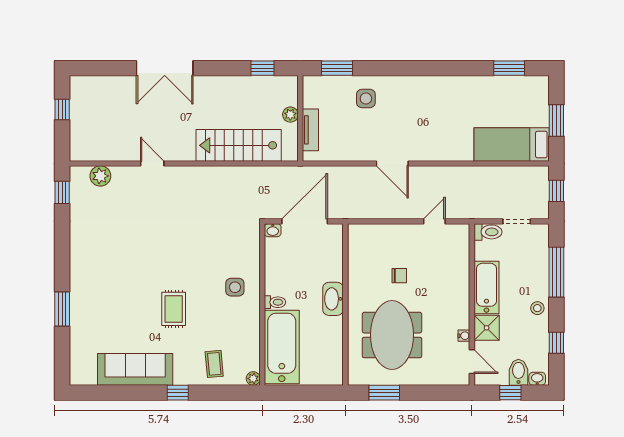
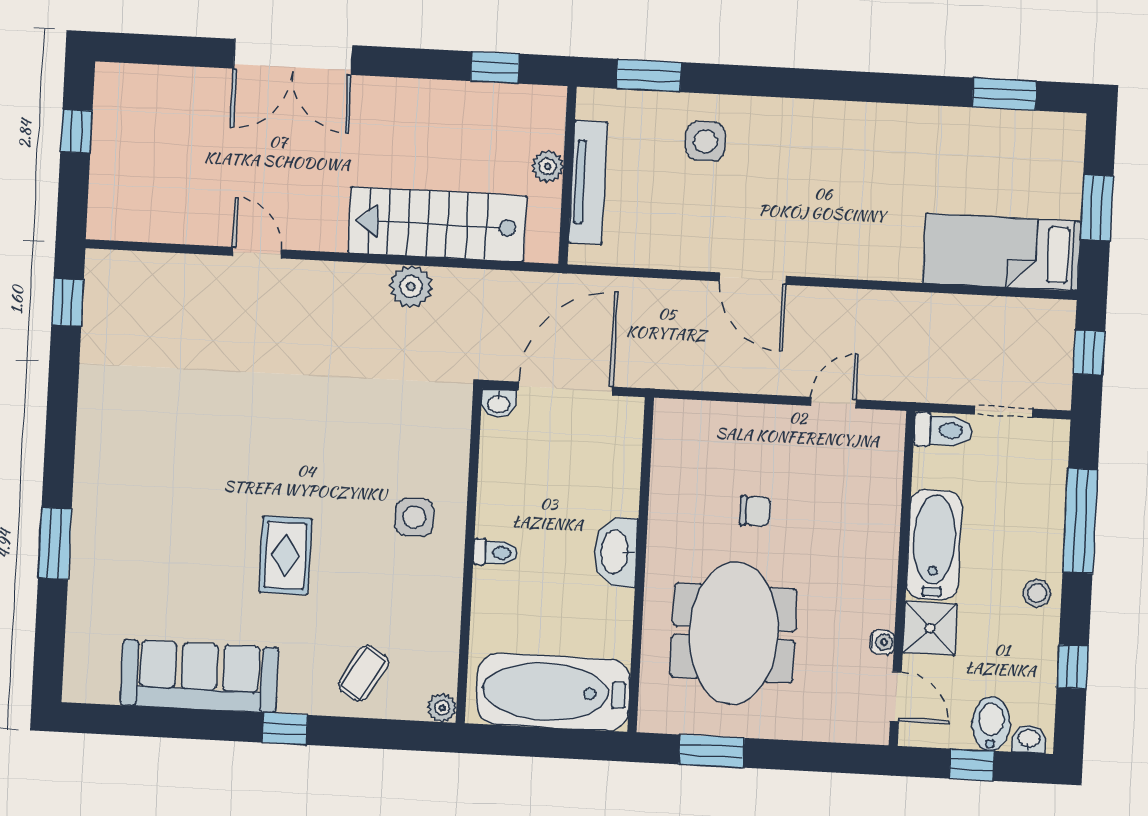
tv unit: (310, 130) -> (588, 182), width x1.41
plant: (100, 176) -> (411, 286), moved
bathtub: (282, 347) -> (553, 692), moved, turned -90
coffee table: (214, 364) -> (363, 673), turned 36

